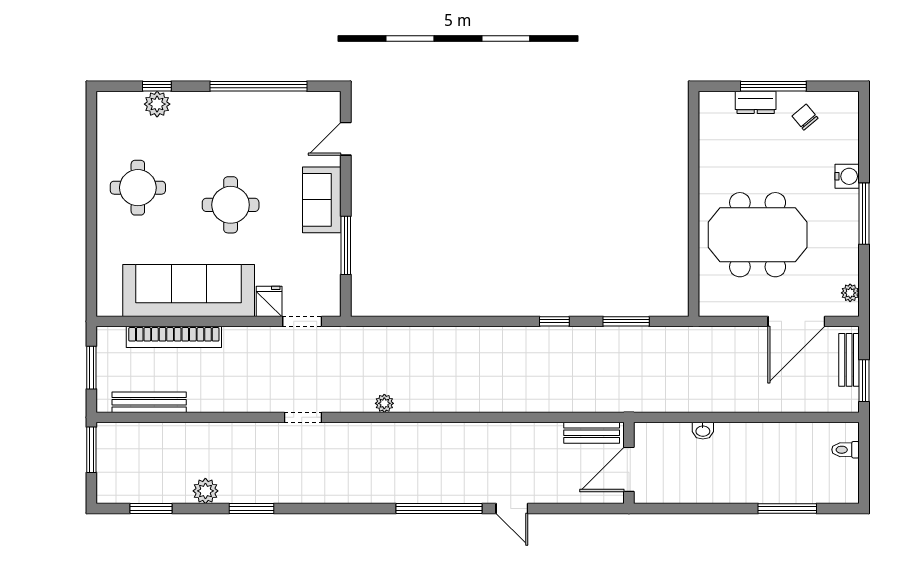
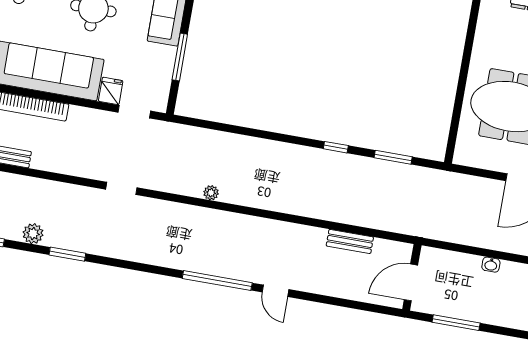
plant: (384, 403) -> (211, 193), moved
washbasin: (703, 431) -> (491, 265), moved
wall: (629, 463) -> (412, 277), moved
door: (629, 469) -> (411, 282), moved
window: (787, 509) -> (456, 323), moved

